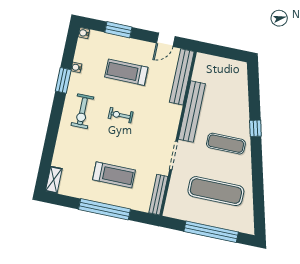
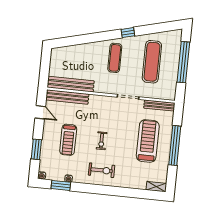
window: (63, 80) -> (61, 185), moved
bench: (192, 111) -> (71, 84), moved
window: (255, 128) -> (128, 33), moved
treadmill: (114, 175) -> (148, 141), width x1.37, depth x1.38

